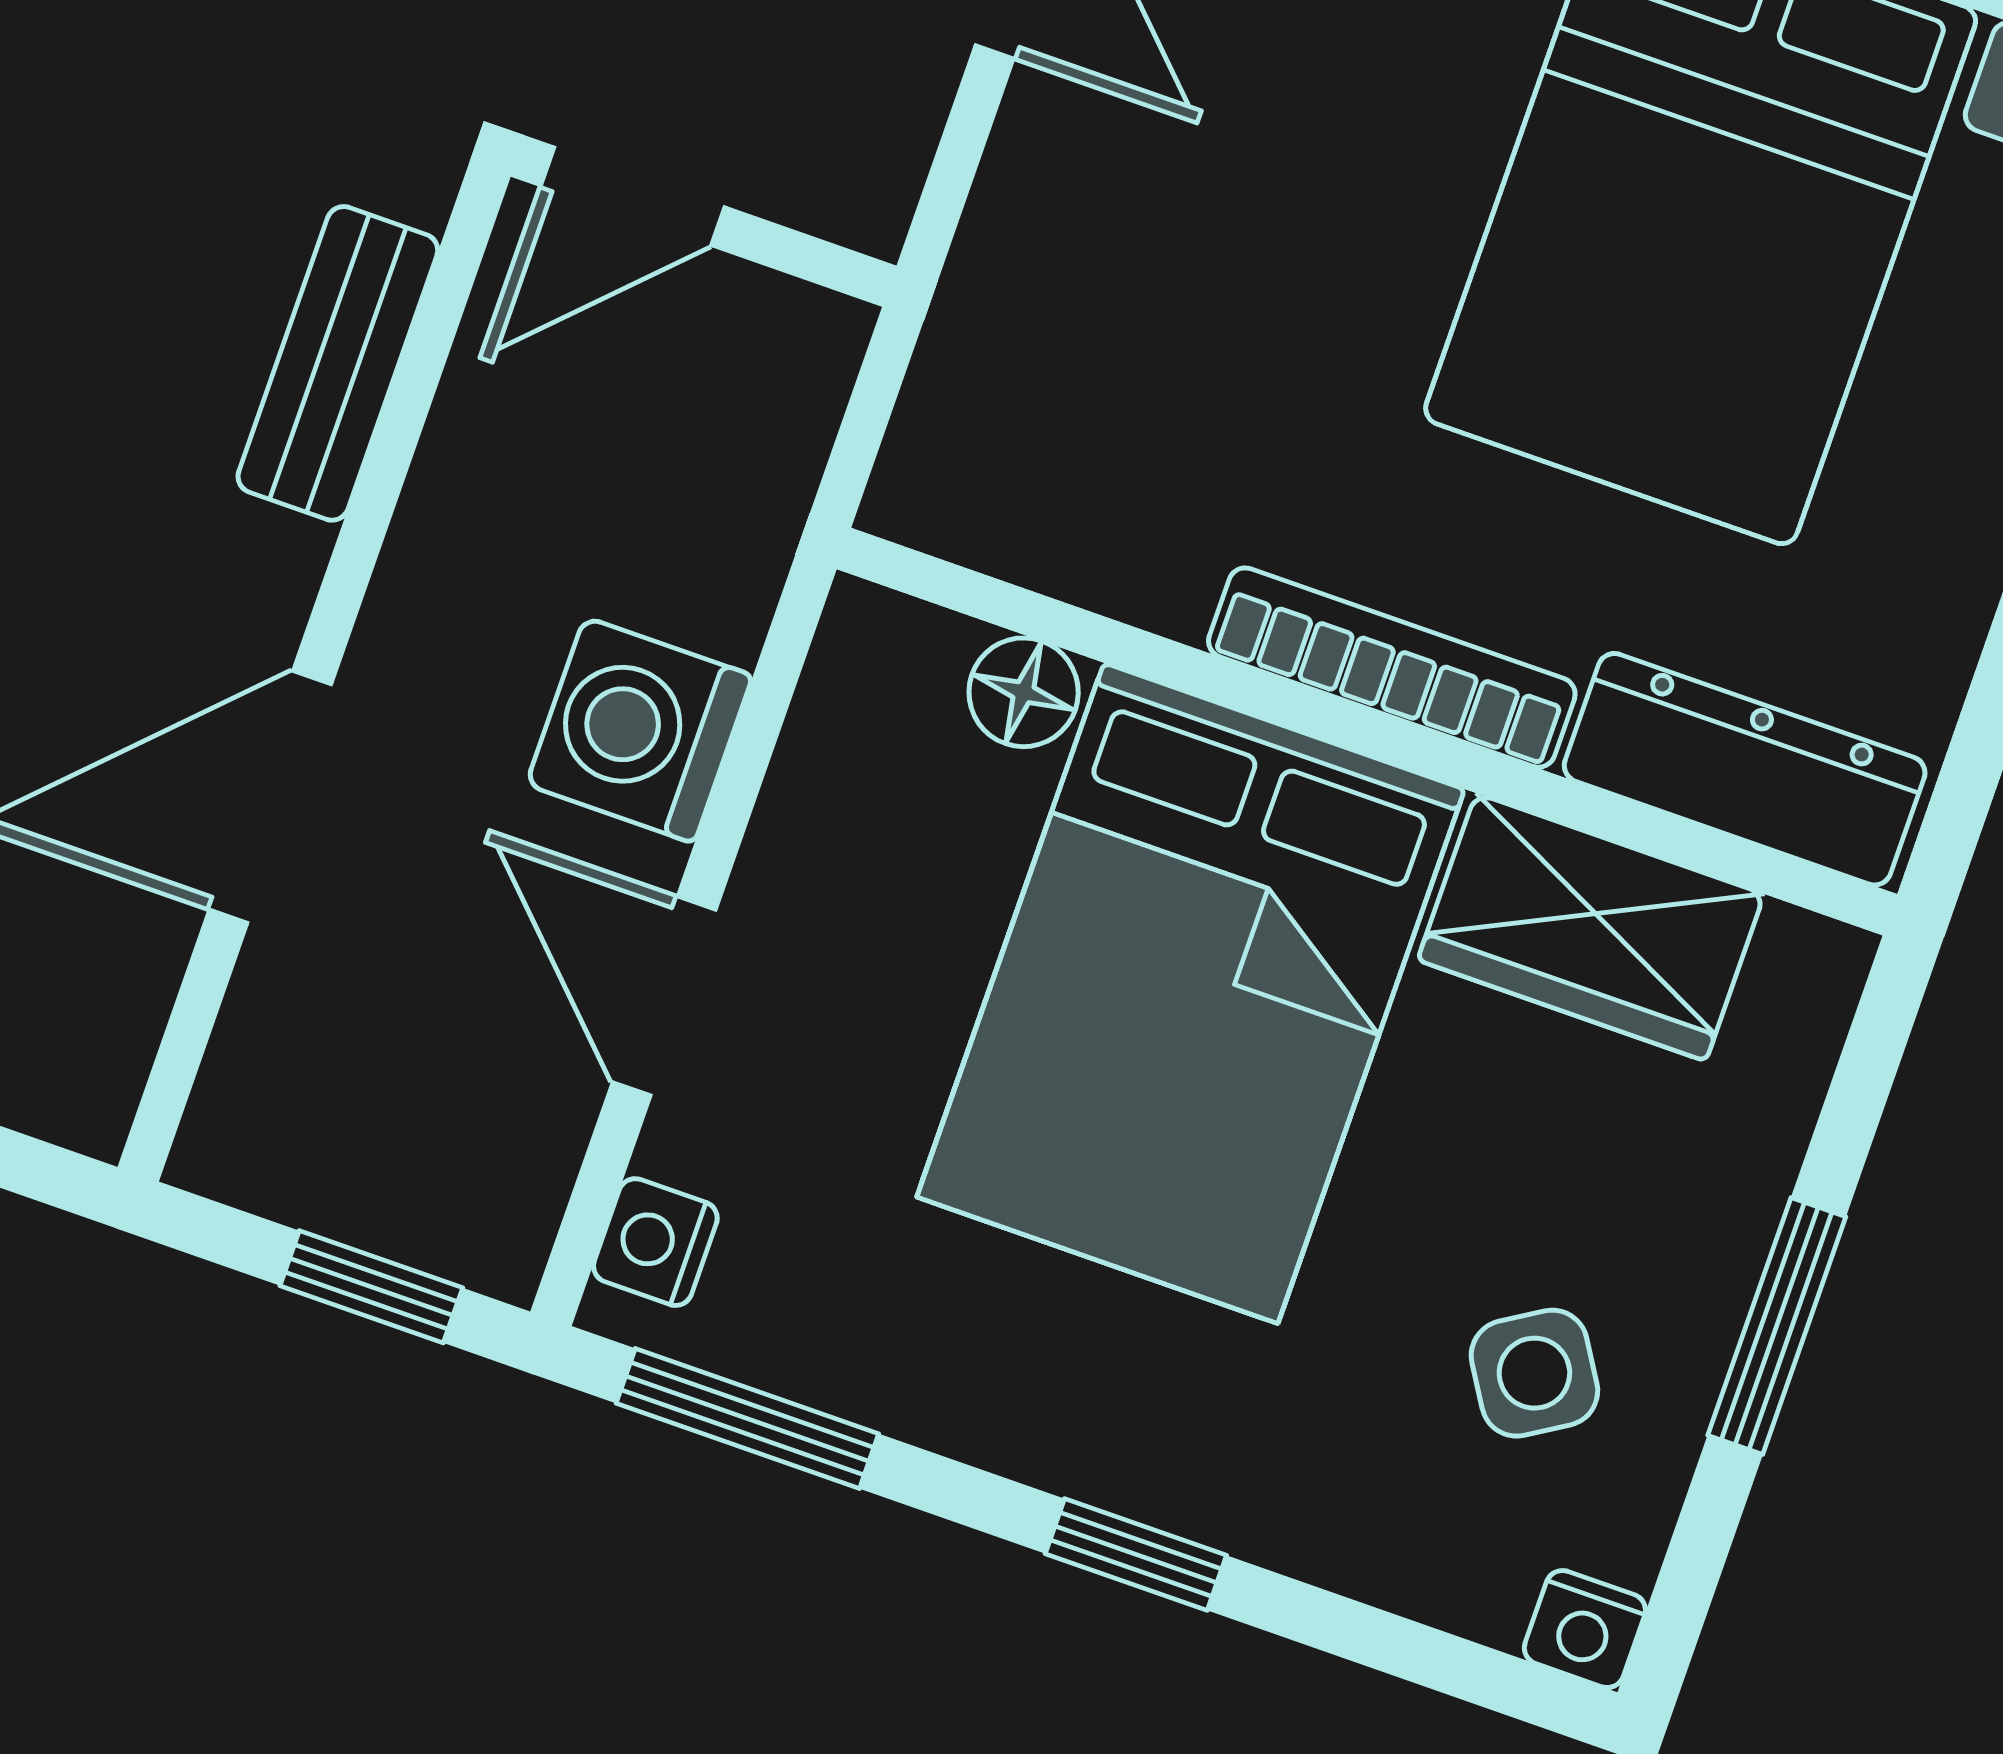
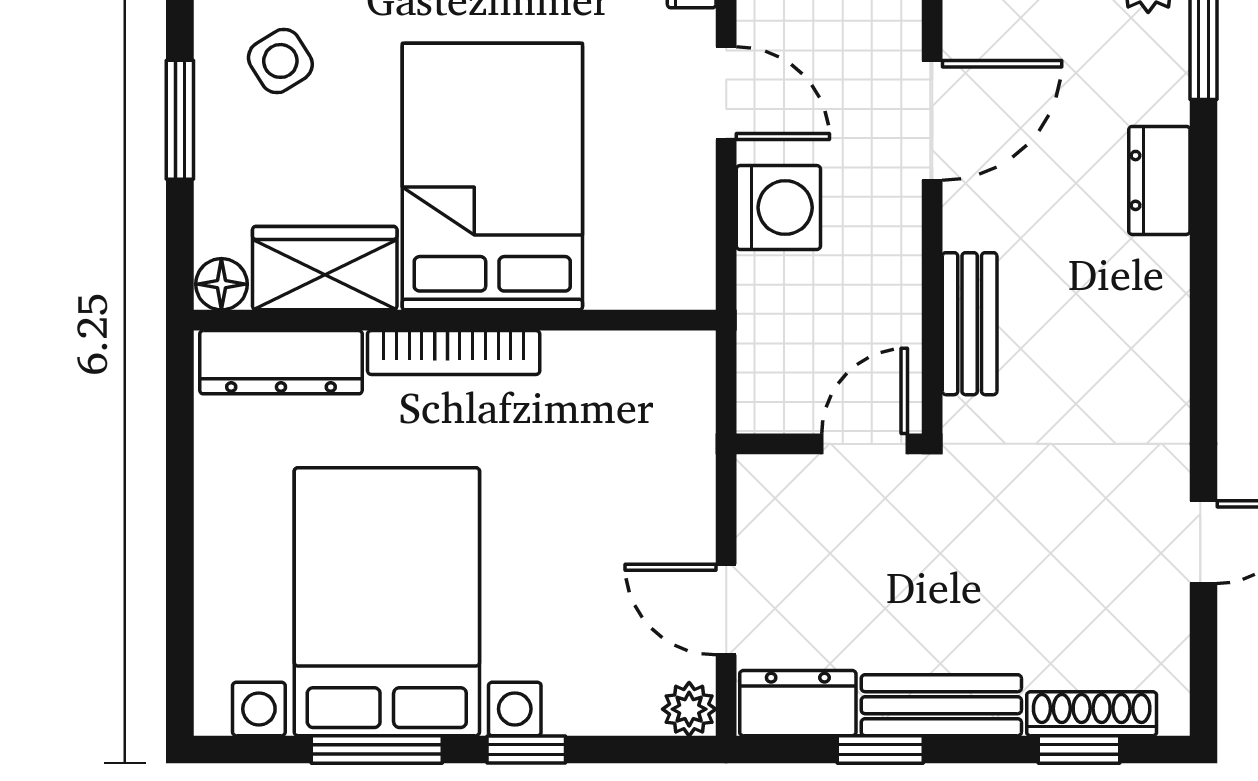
floor lamp: (1024, 692) -> (221, 284), moved

